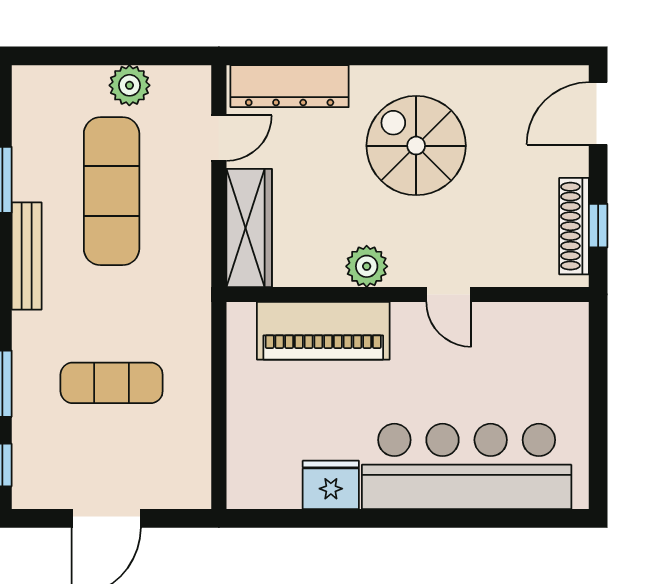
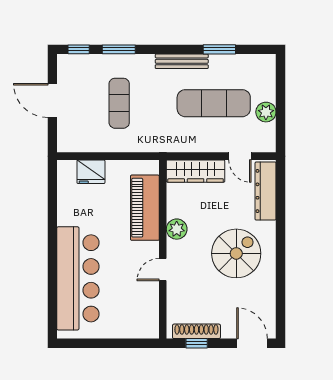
fridge: (331, 485) -> (91, 172), moved, turned 90

